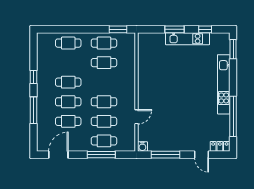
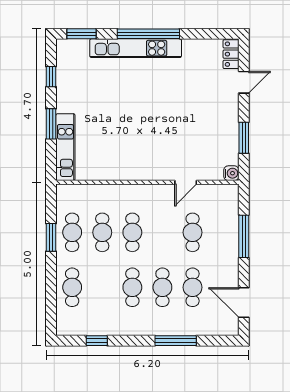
window: (118, 29) -> (51, 237), moved
kitchen unit: (188, 39) -> (65, 147), moved
window: (34, 77) -> (97, 341), moved
cafe table: (104, 102) -> (132, 232), moved
window: (233, 116) -> (148, 34), moved
door: (136, 117) -> (186, 182), swing flipped
cafe table: (104, 141) -> (223, 232), removed
window: (166, 155) -> (244, 138), width x0.69

